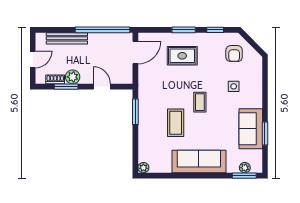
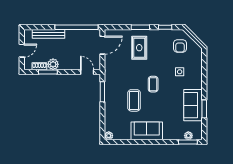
rug: (182, 56) -> (139, 48), turned 90
door: (102, 87) -> (87, 72), moved
sofa: (199, 162) -> (147, 131), width x0.73

